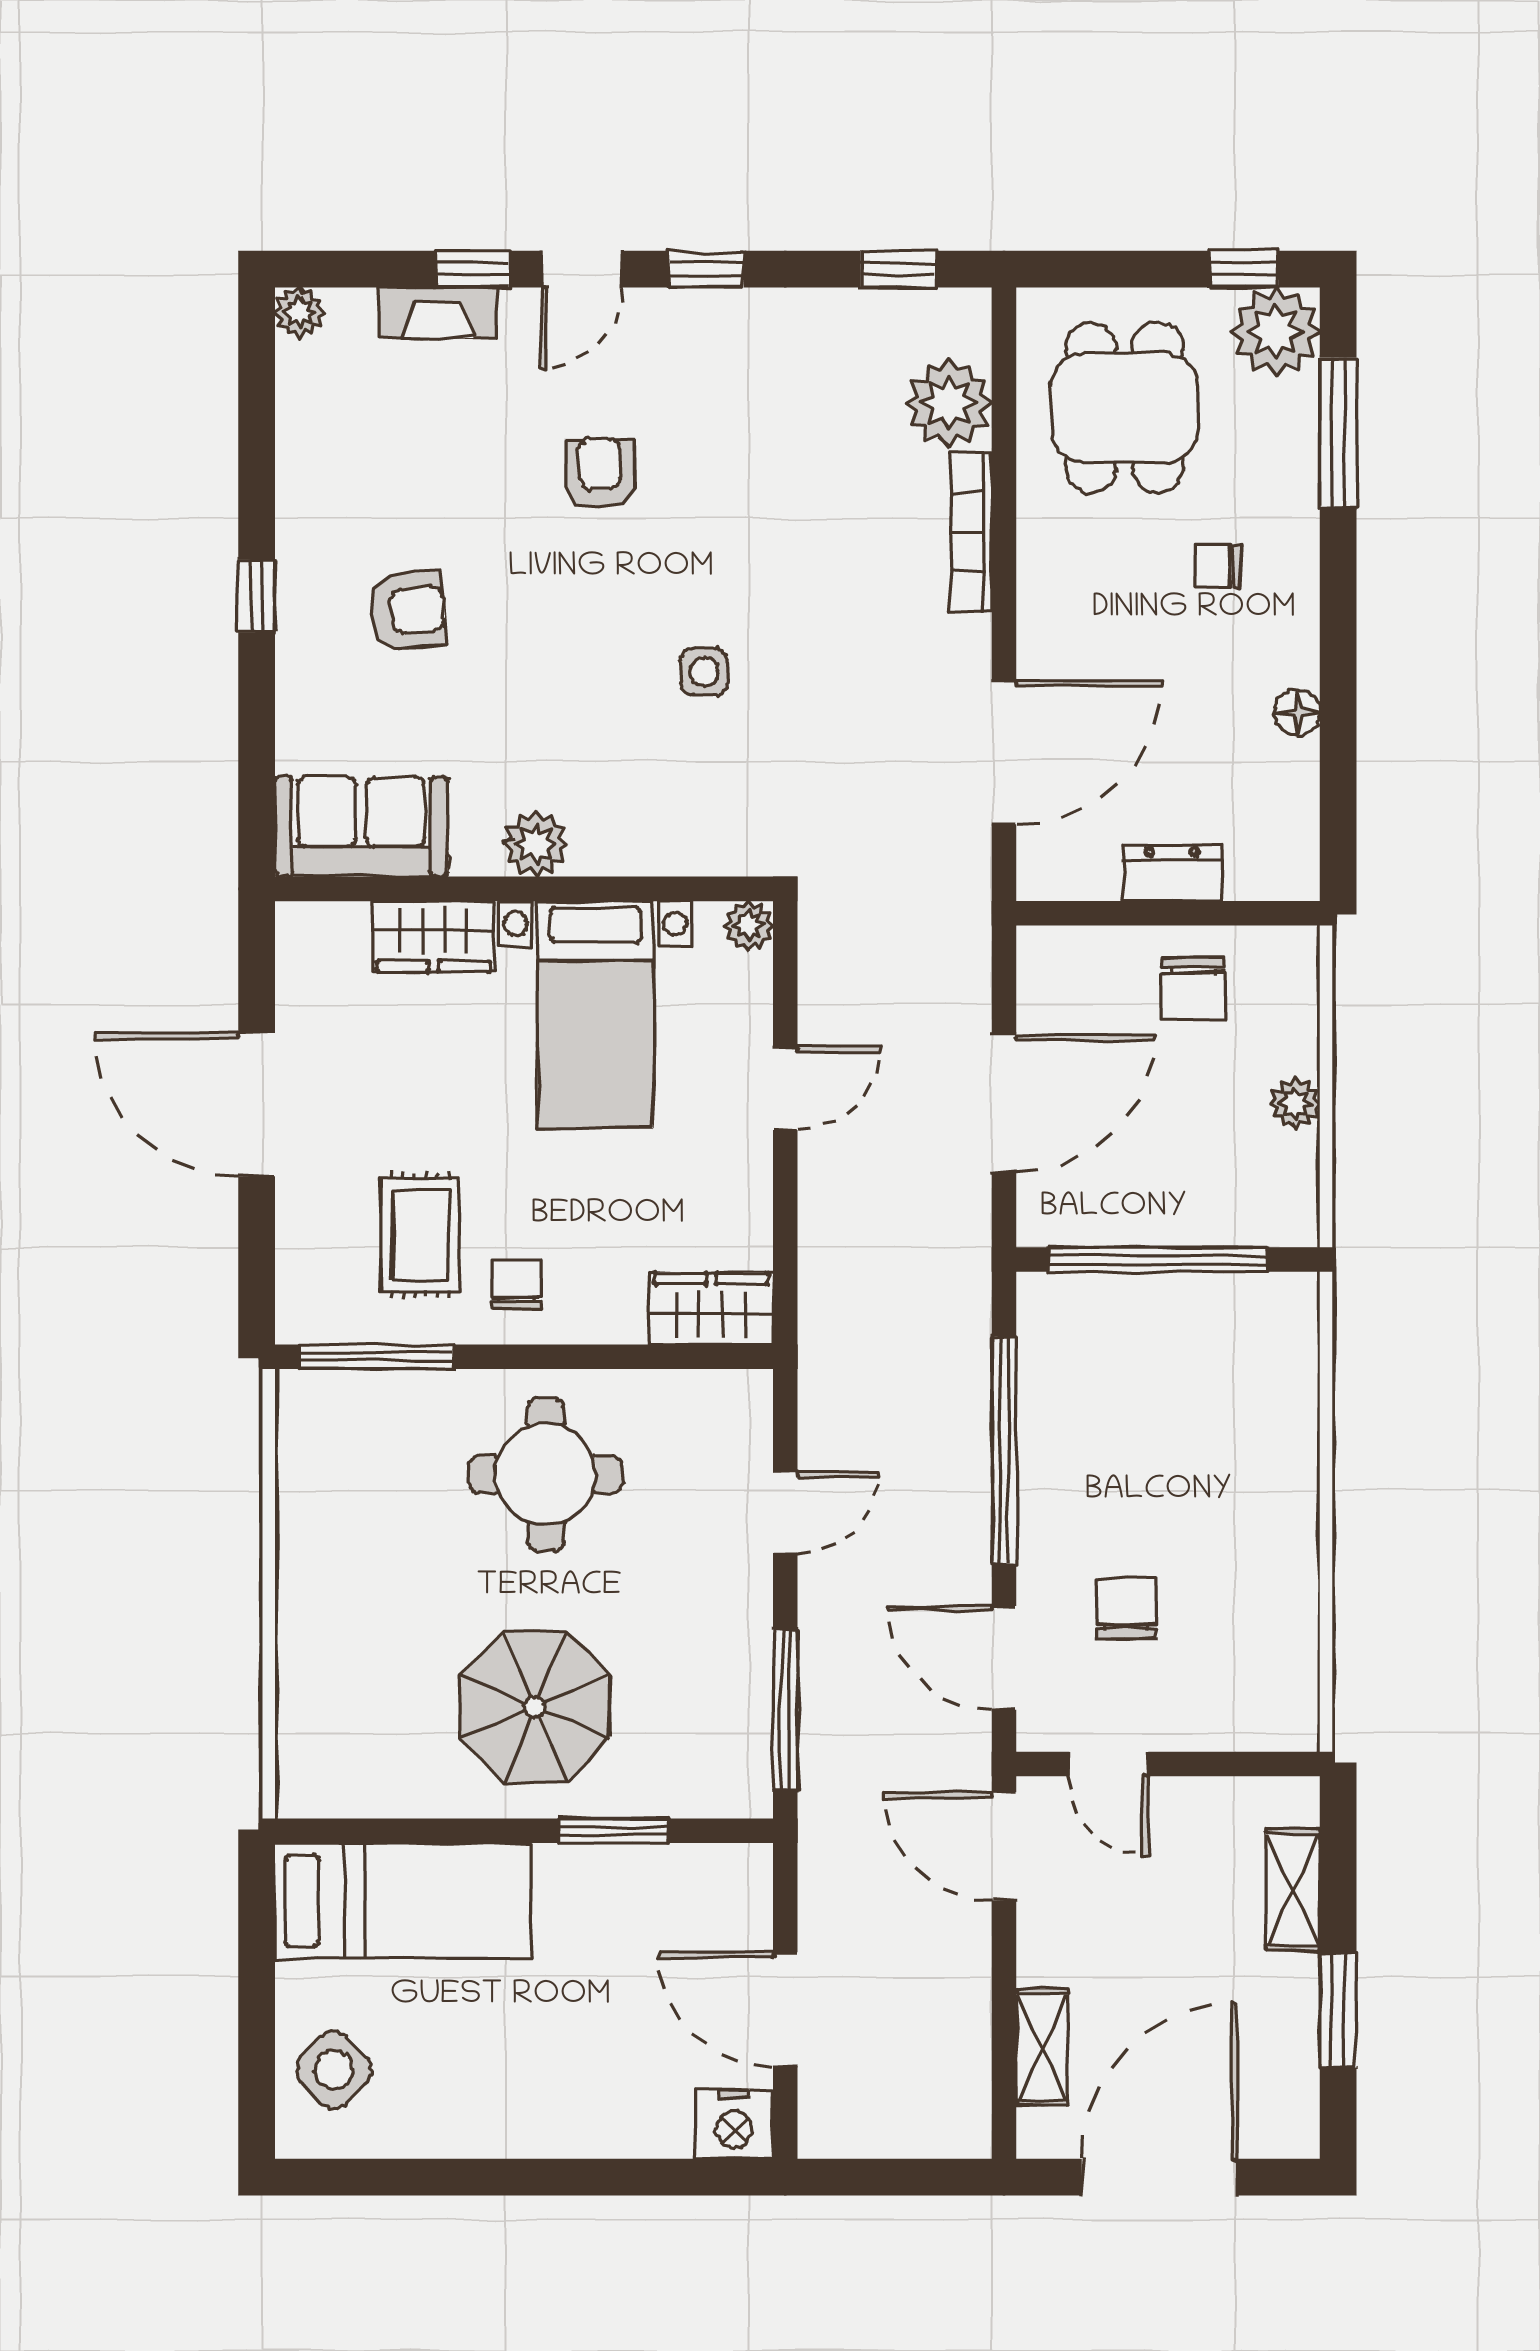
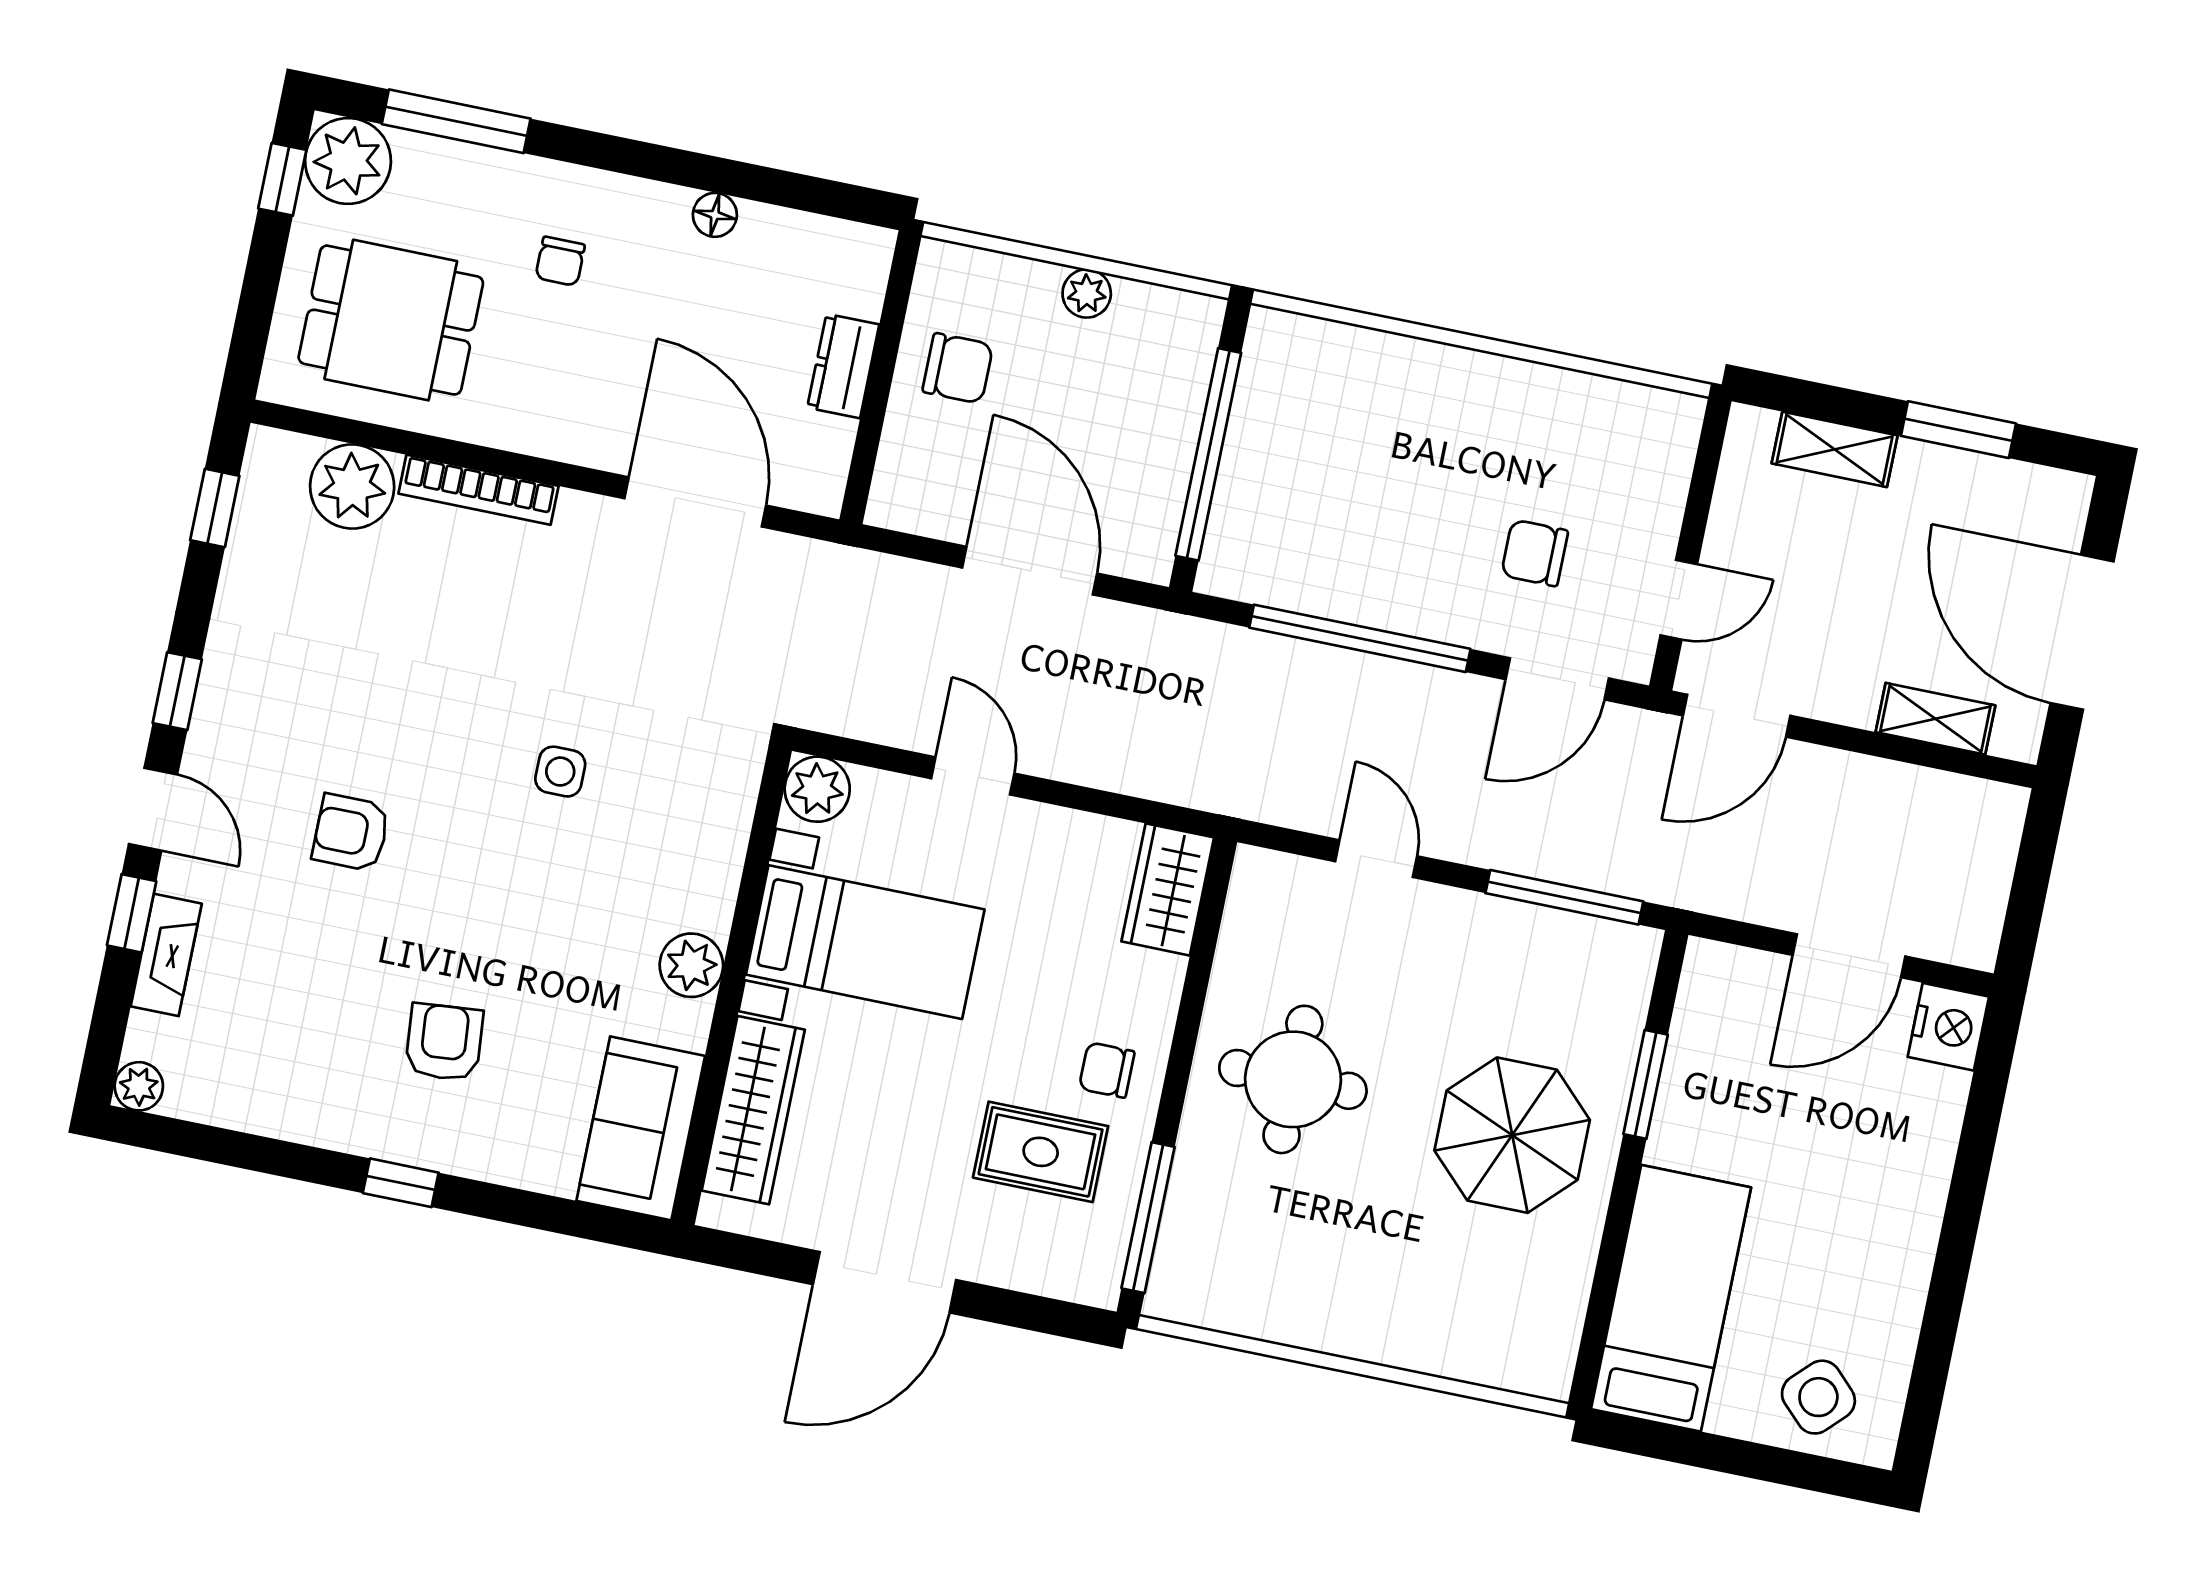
plant: (749, 925) -> (817, 789), width x1.38, depth x1.38
wardrobe: (433, 937) -> (753, 1110), width x1.50

